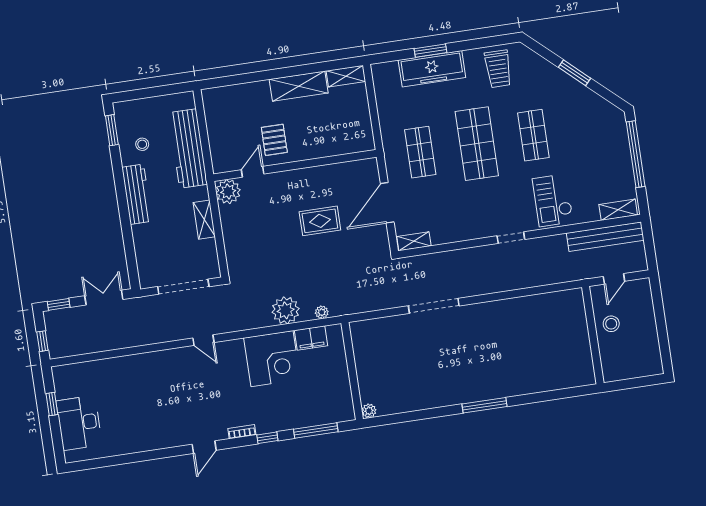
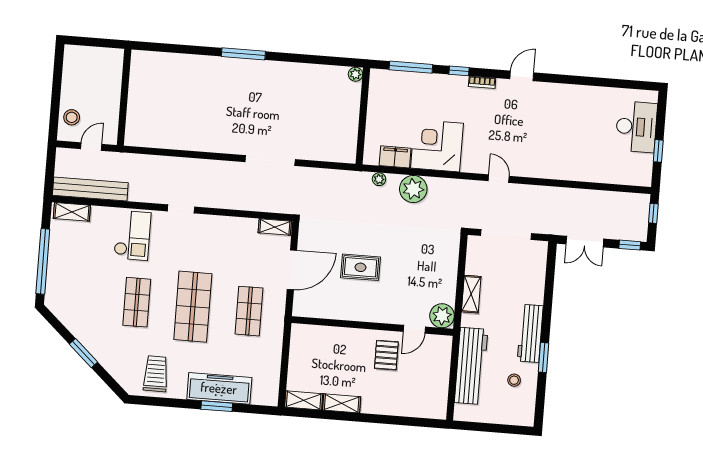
shelving: (299, 86) -> (342, 403), width x0.67, depth x0.75
window: (112, 130) -> (543, 357), moved
stool: (611, 324) -> (72, 117), moved

